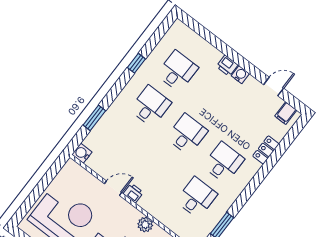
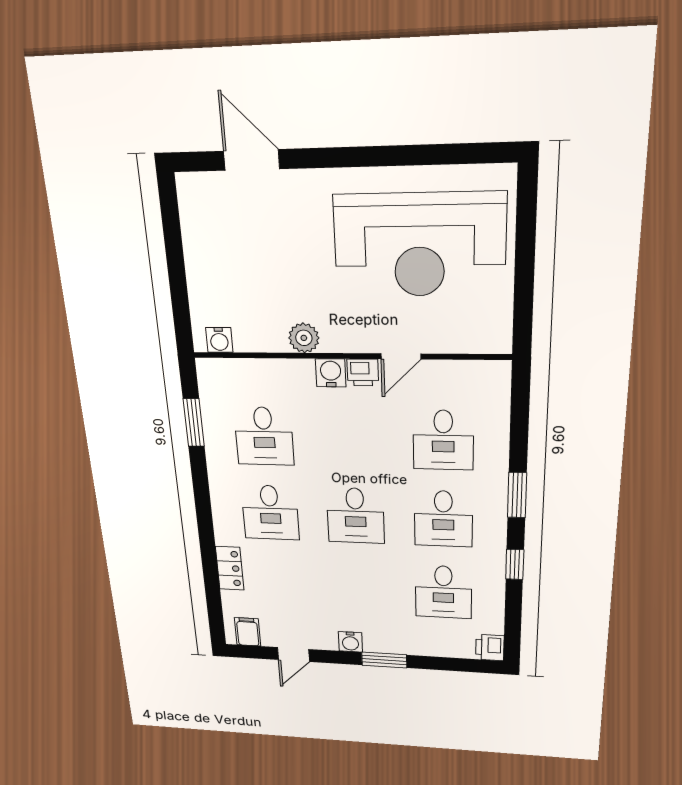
window: (232, 54) -> (384, 660), added
printer: (227, 66) -> (490, 647), moved, turned -90
window: (94, 118) -> (517, 495), moved
desk: (123, 141) -> (443, 440), added
water cooler: (82, 153) -> (331, 373), moved, turned -90

